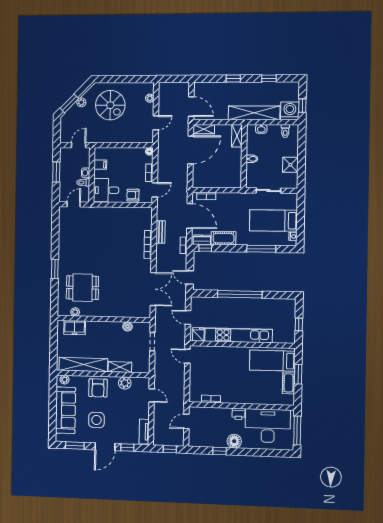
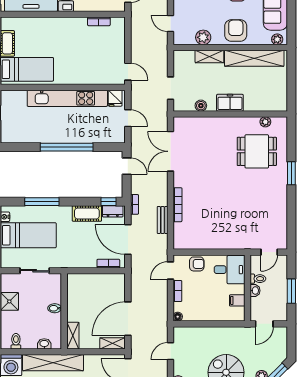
freezer: (75, 328) -> (230, 103), moved

